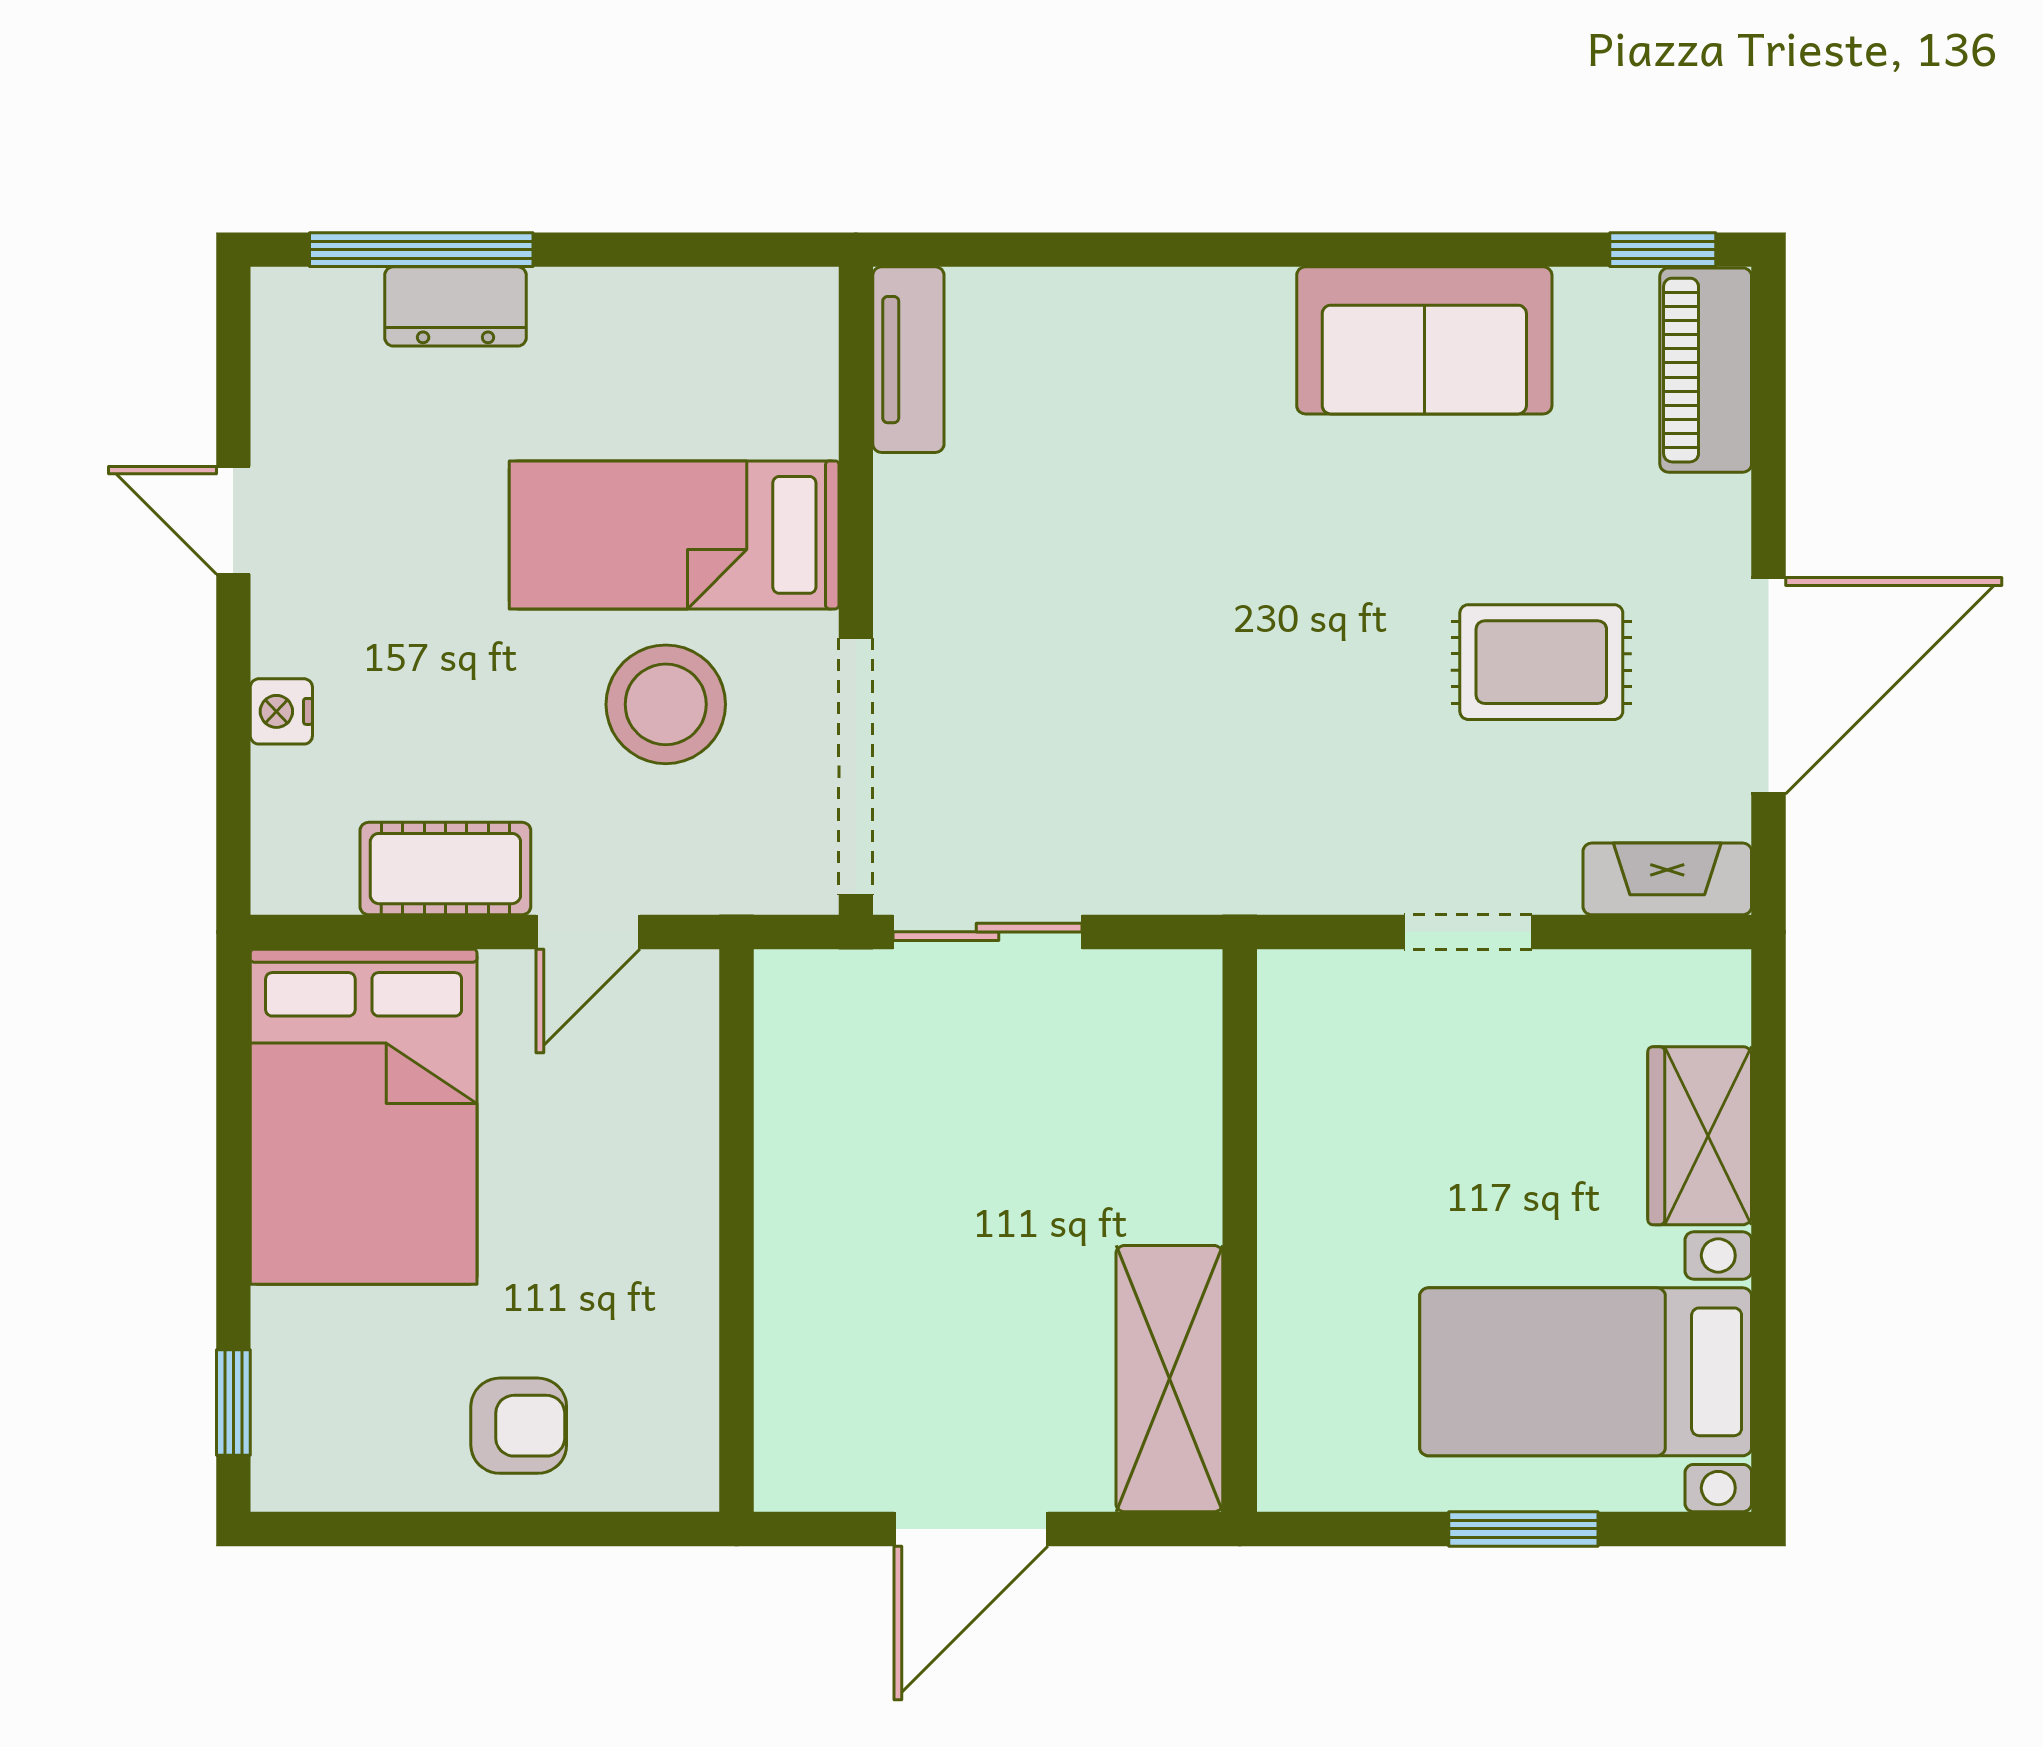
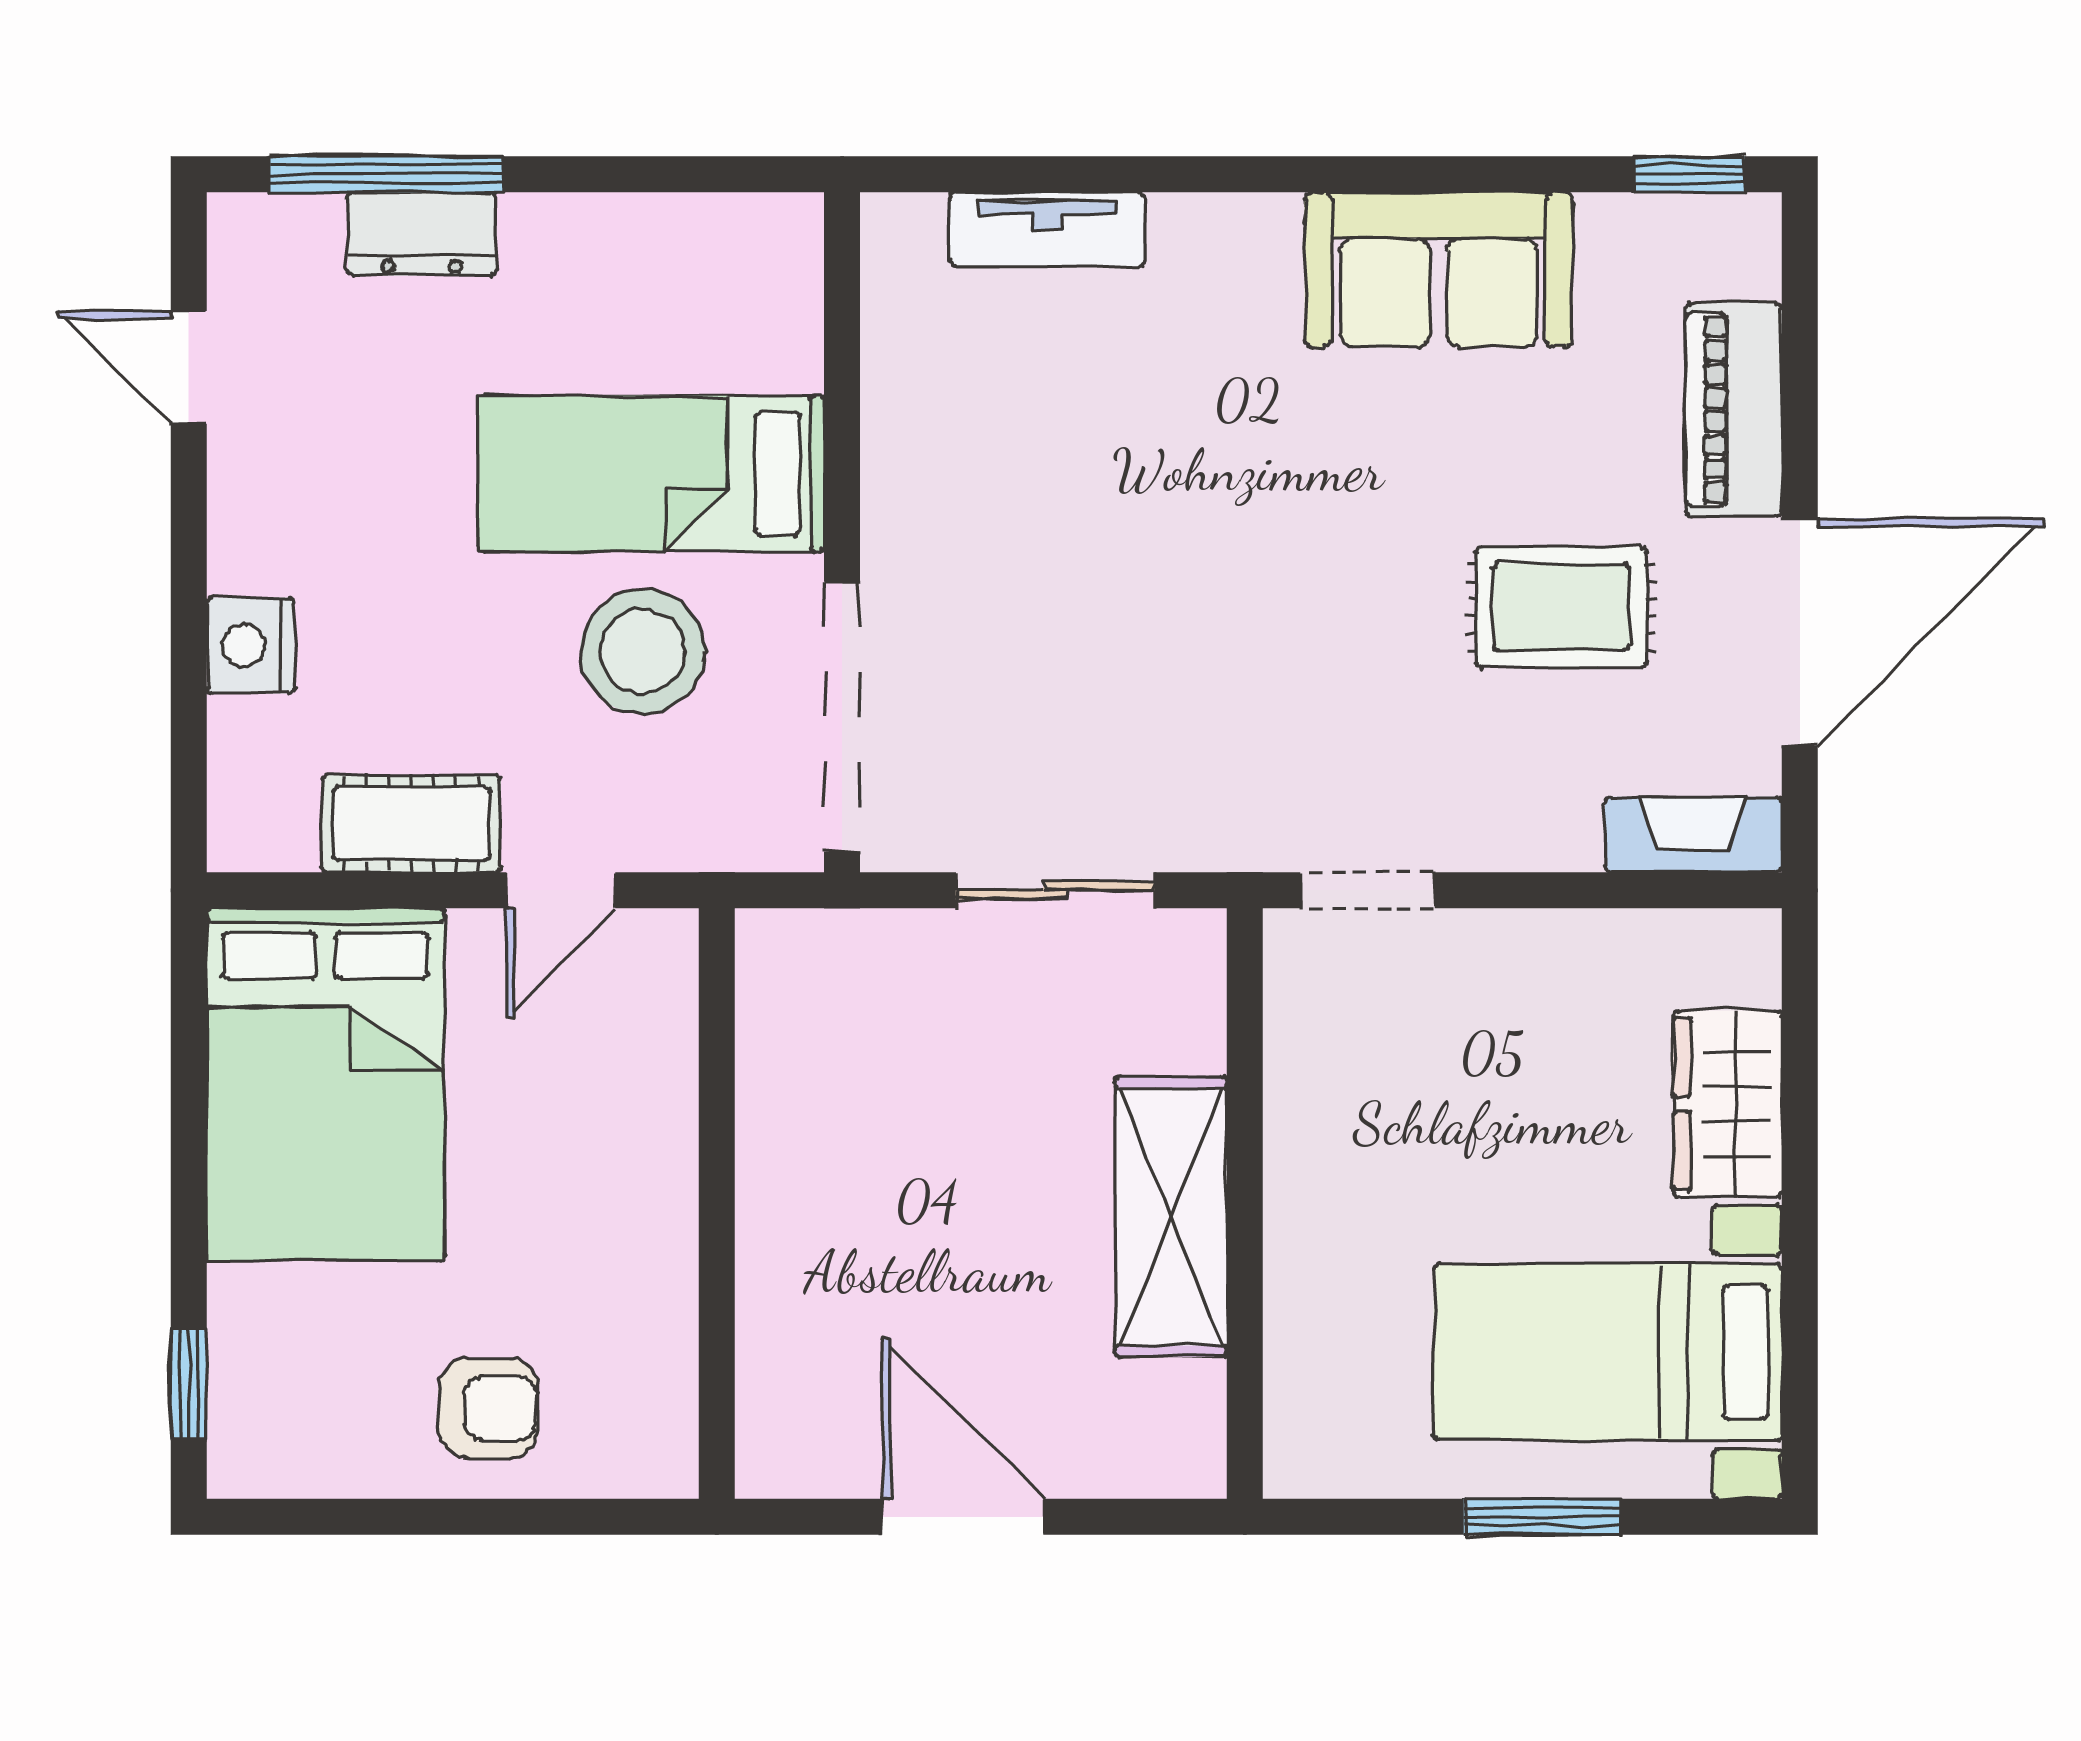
tv unit: (908, 360) -> (1047, 229), moved, turned 90
piano: (1706, 370) -> (1734, 410), moved
door: (233, 520) -> (189, 367), moved
nightstand: (281, 711) -> (251, 645), width x1.39, depth x1.35
sliding door: (988, 932) -> (1055, 890), moved
doorway: (1468, 932) -> (1368, 890), moved
shelving: (1169, 1379) -> (1171, 1217), moved
door: (971, 1529) -> (963, 1517), swing flipped

